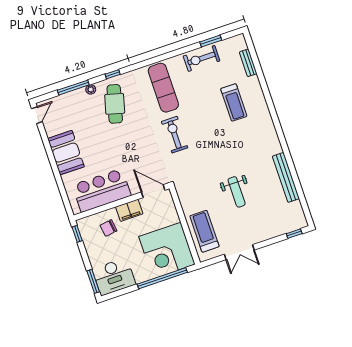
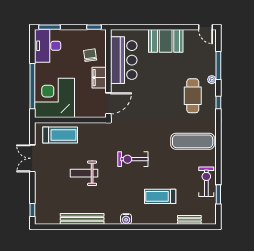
cafe table: (115, 104) -> (193, 96), turned 75
water cooler: (270, 131) -> (126, 219), added
exercise bike: (175, 135) -> (133, 159), moved, turned 180

